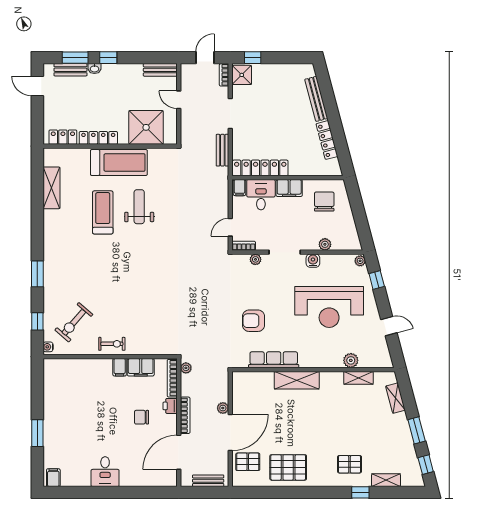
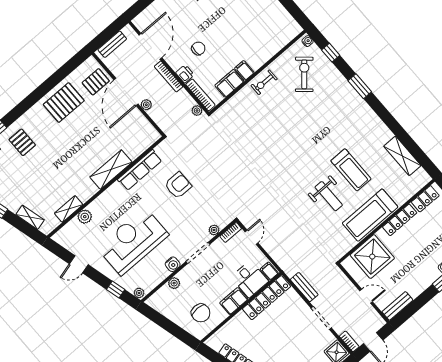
pallet: (350, 464) -> (22, 142), turned 90

